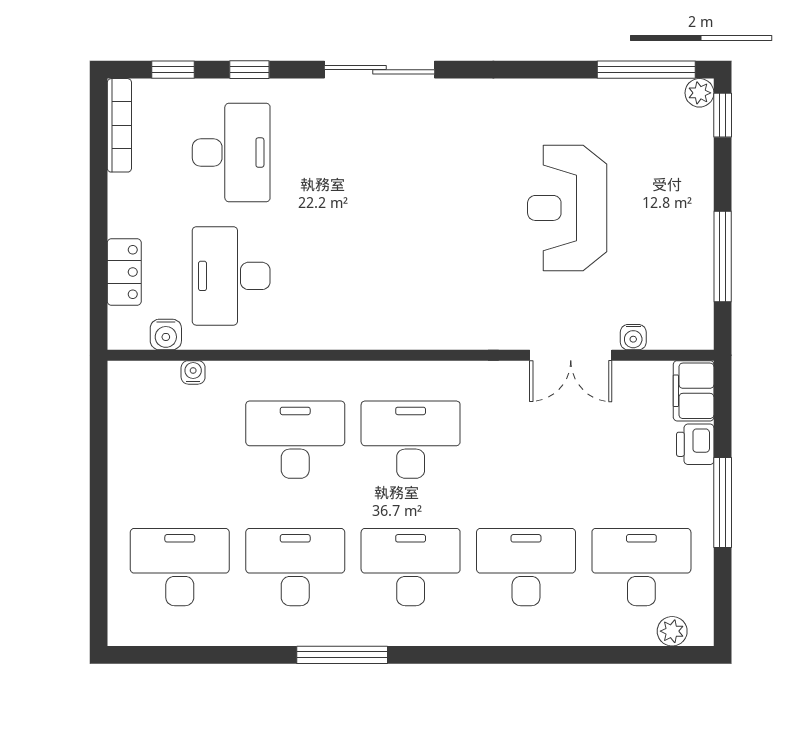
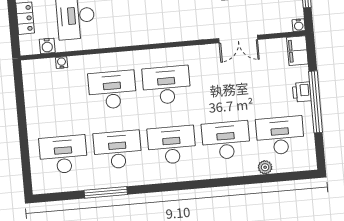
water cooler: (633, 337) -> (299, 25), moved
printer: (695, 444) -> (302, 92), moved
window: (723, 502) -> (316, 102), width x1.46
plant: (672, 631) -> (265, 167), moved
window: (342, 655) -> (106, 192), moved

